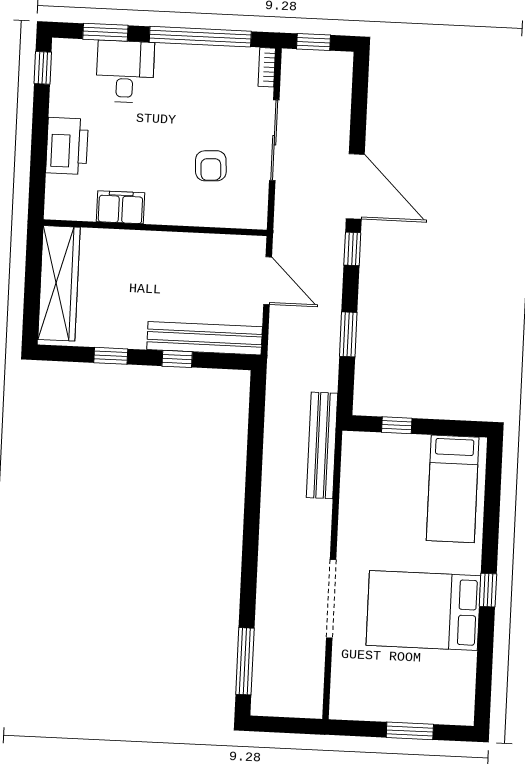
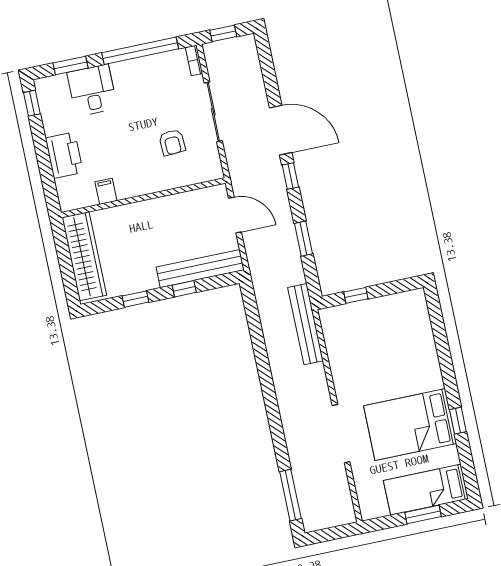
filing cabinet: (121, 207) -> (106, 191), width x0.50
bed: (453, 489) -> (426, 490), moved, turned 90
window: (488, 590) -> (458, 421), moved

